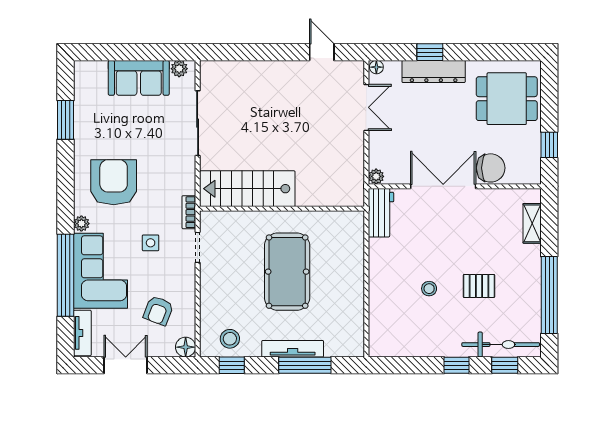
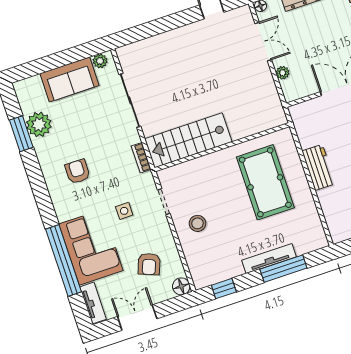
plant: (376, 176) -> (283, 73), moved
armchair: (114, 182) -> (77, 171), width x0.53, depth x0.53
bookcase: (189, 212) -> (141, 158), moved
workbench: (381, 213) -> (319, 167), moved
plant: (81, 224) -> (39, 124), moved, width x1.88, depth x1.88
pool table: (287, 272) -> (265, 182), moved
stool: (230, 339) -> (197, 223), moved

